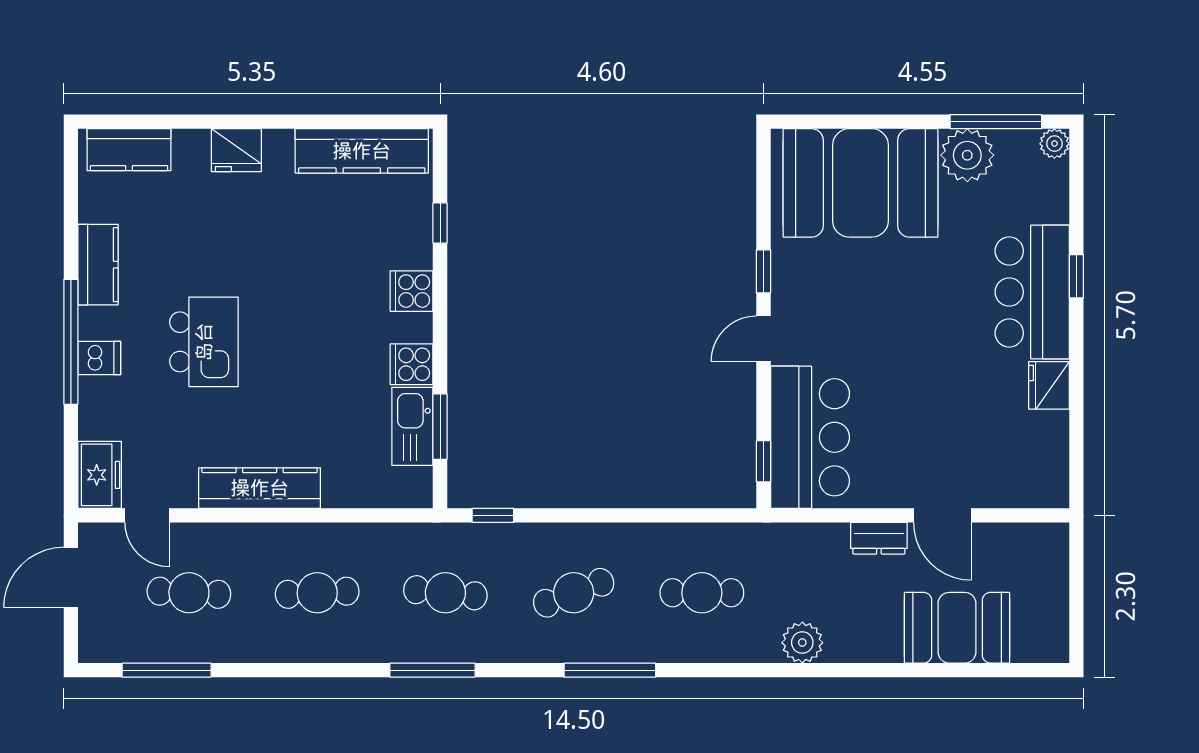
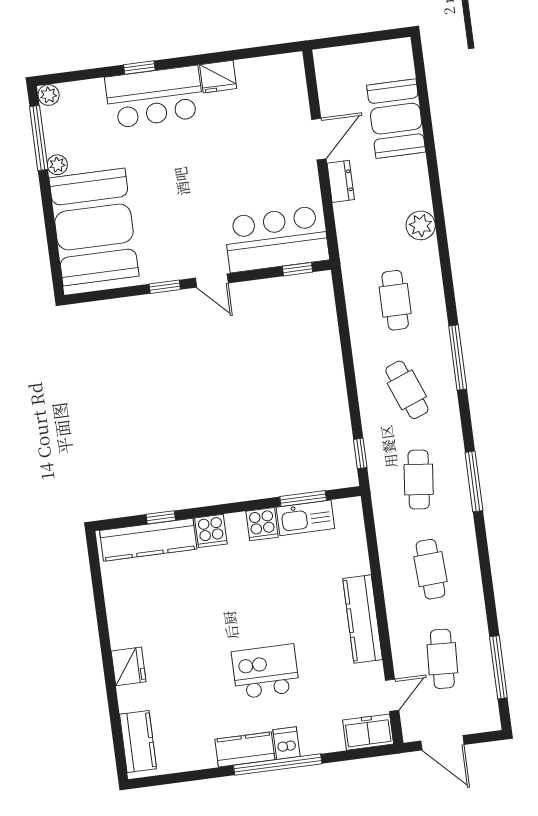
kitchen counter: (362, 151) -> (148, 540), moved, turned 90
plant: (967, 155) -> (57, 165), width x0.53, depth x0.53
kitchen counter: (98, 265) -> (245, 749), moved

